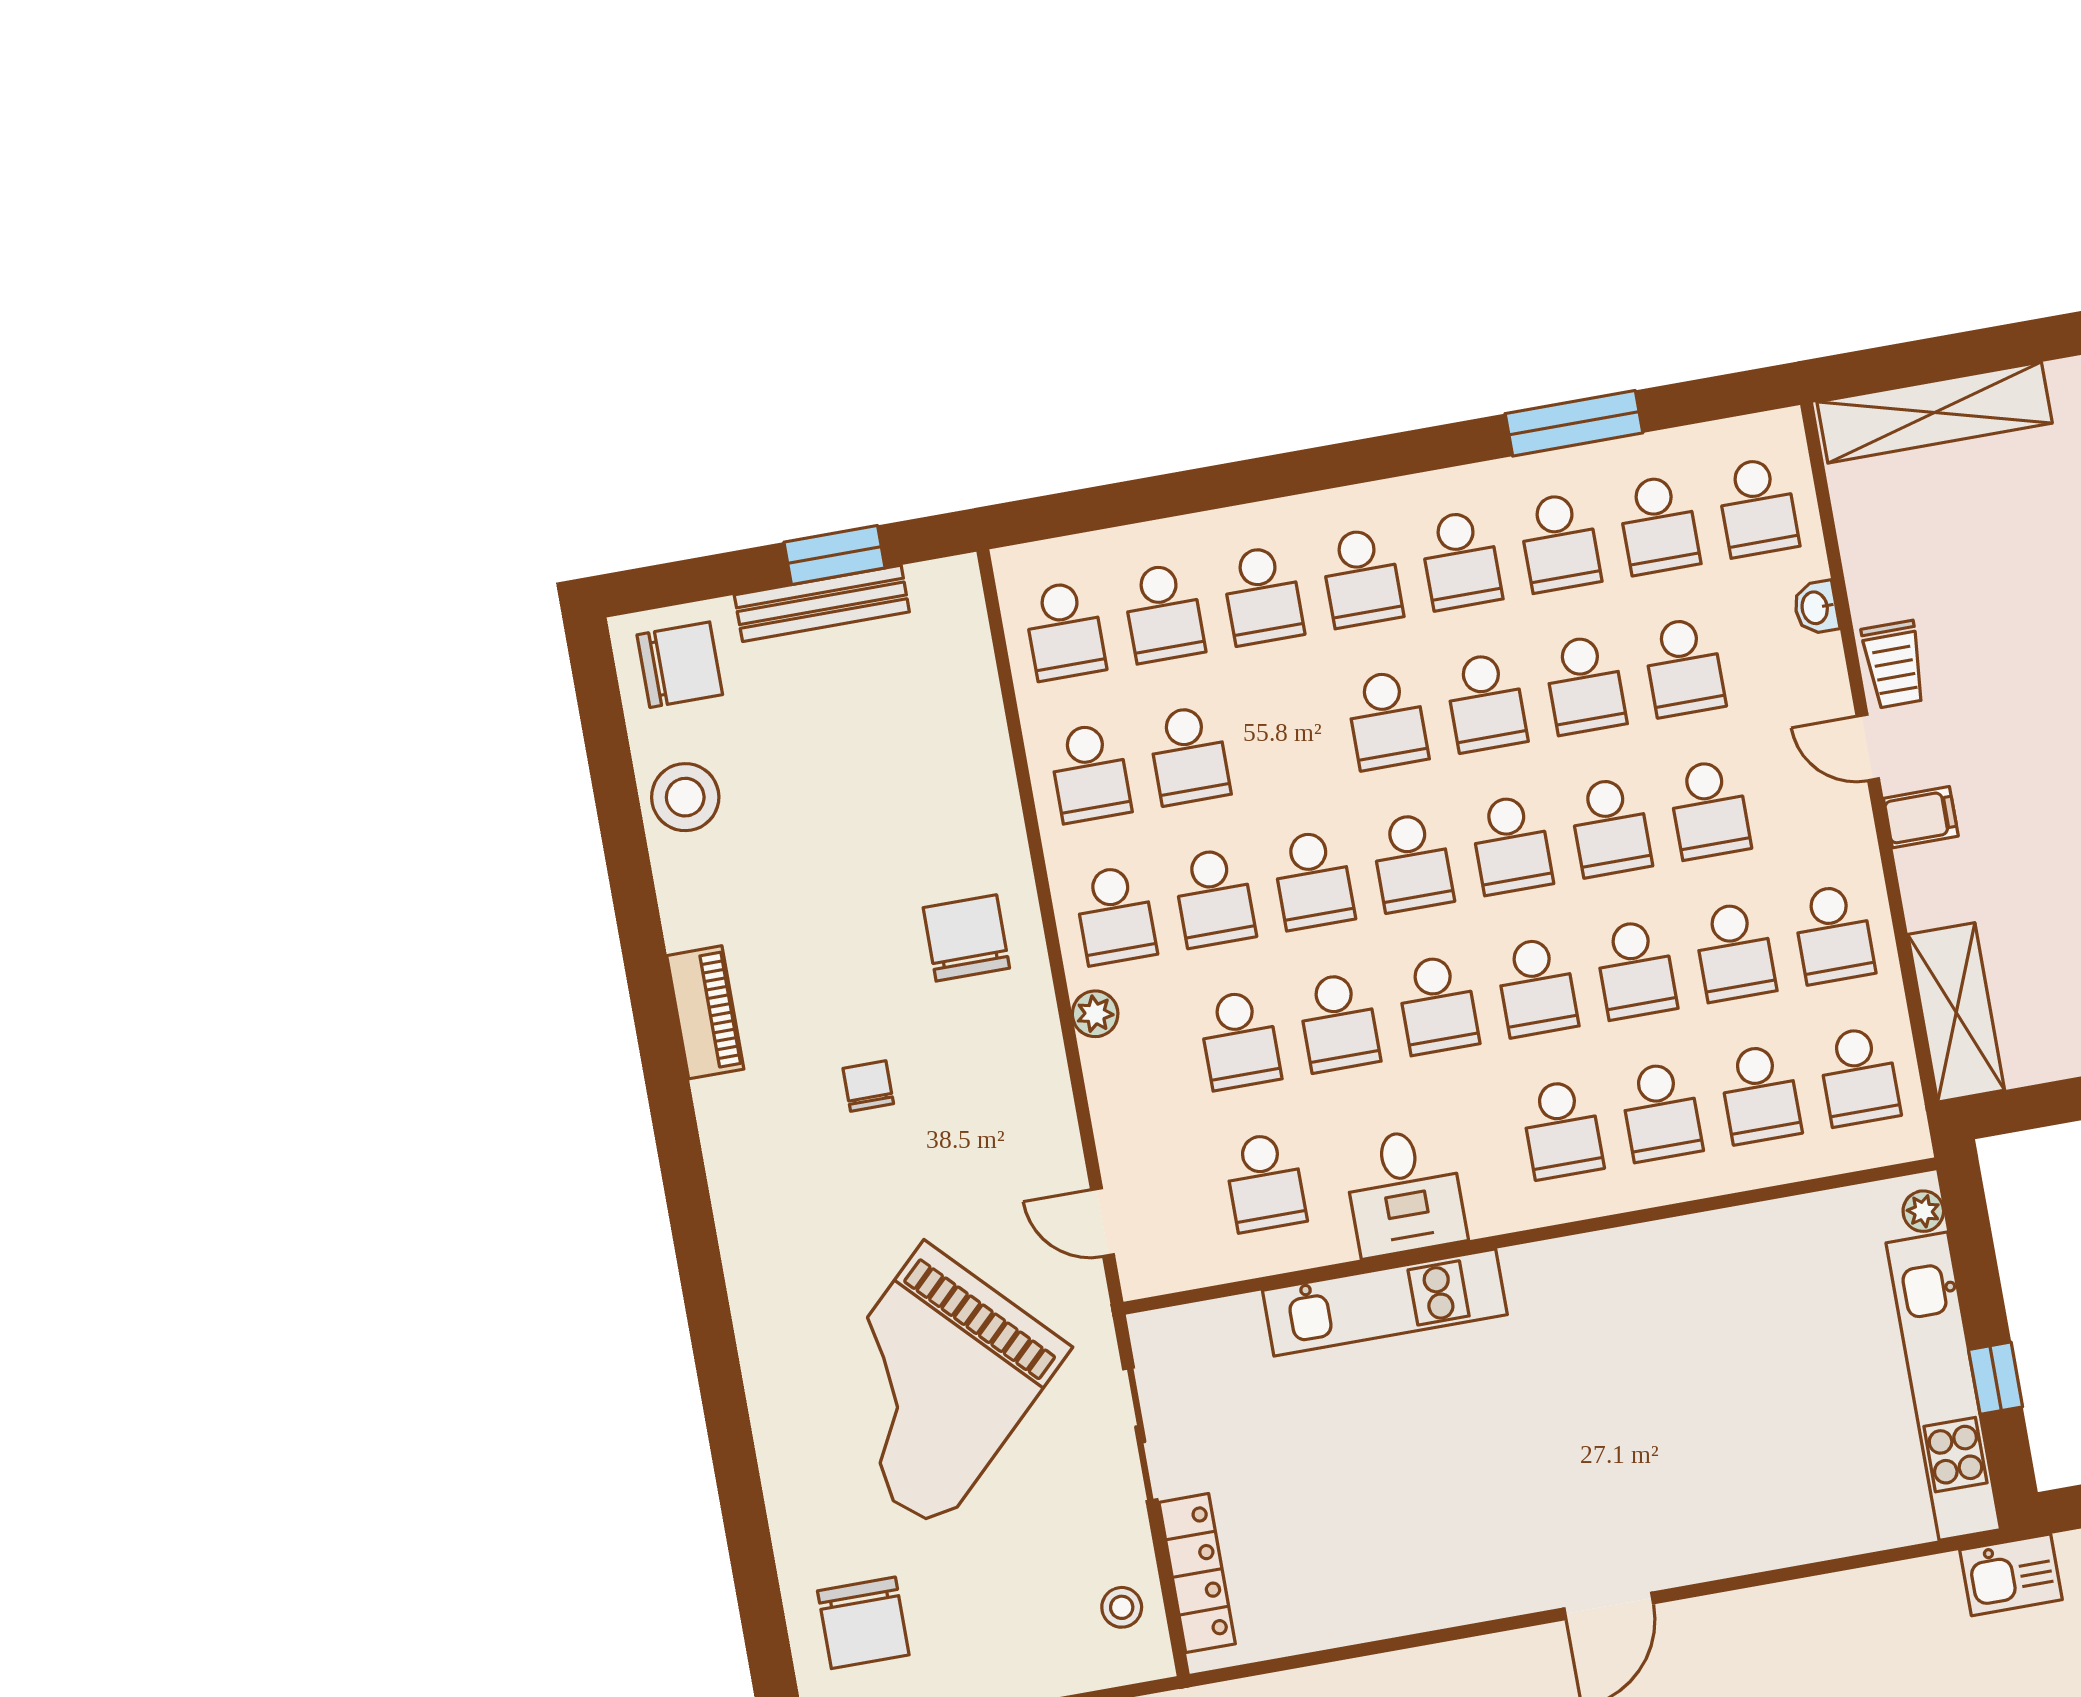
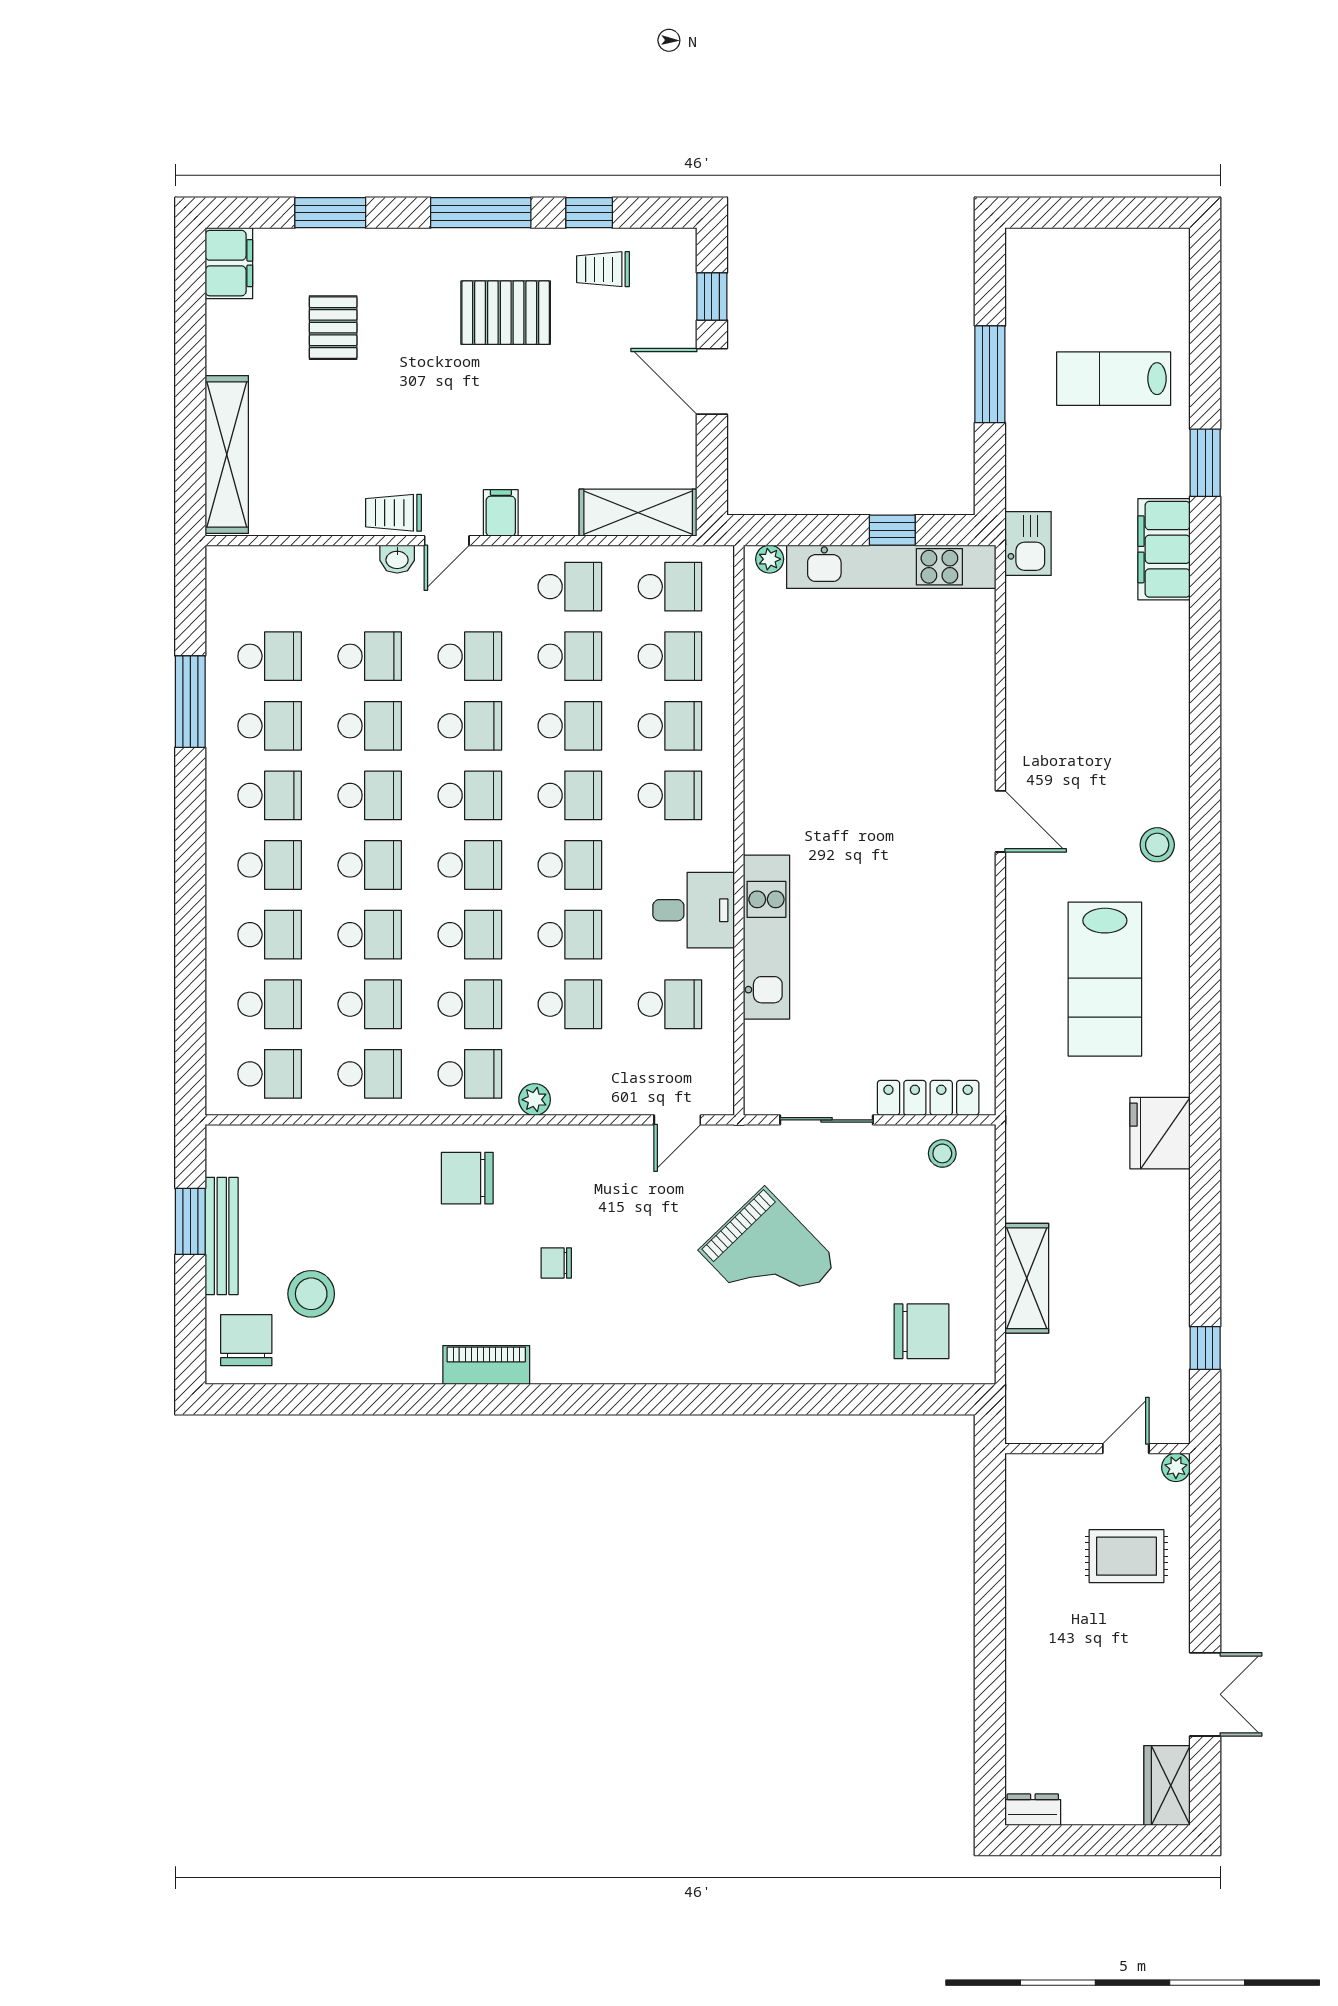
school desk: (1758, 507) -> (370, 935), moved
washbasin: (1816, 608) -> (397, 559), moved
trolley: (1894, 664) -> (393, 513), turned 180
stool: (685, 797) -> (311, 1294), moved
grand piano: (931, 1386) -> (768, 1257), width x0.73, depth x0.68

